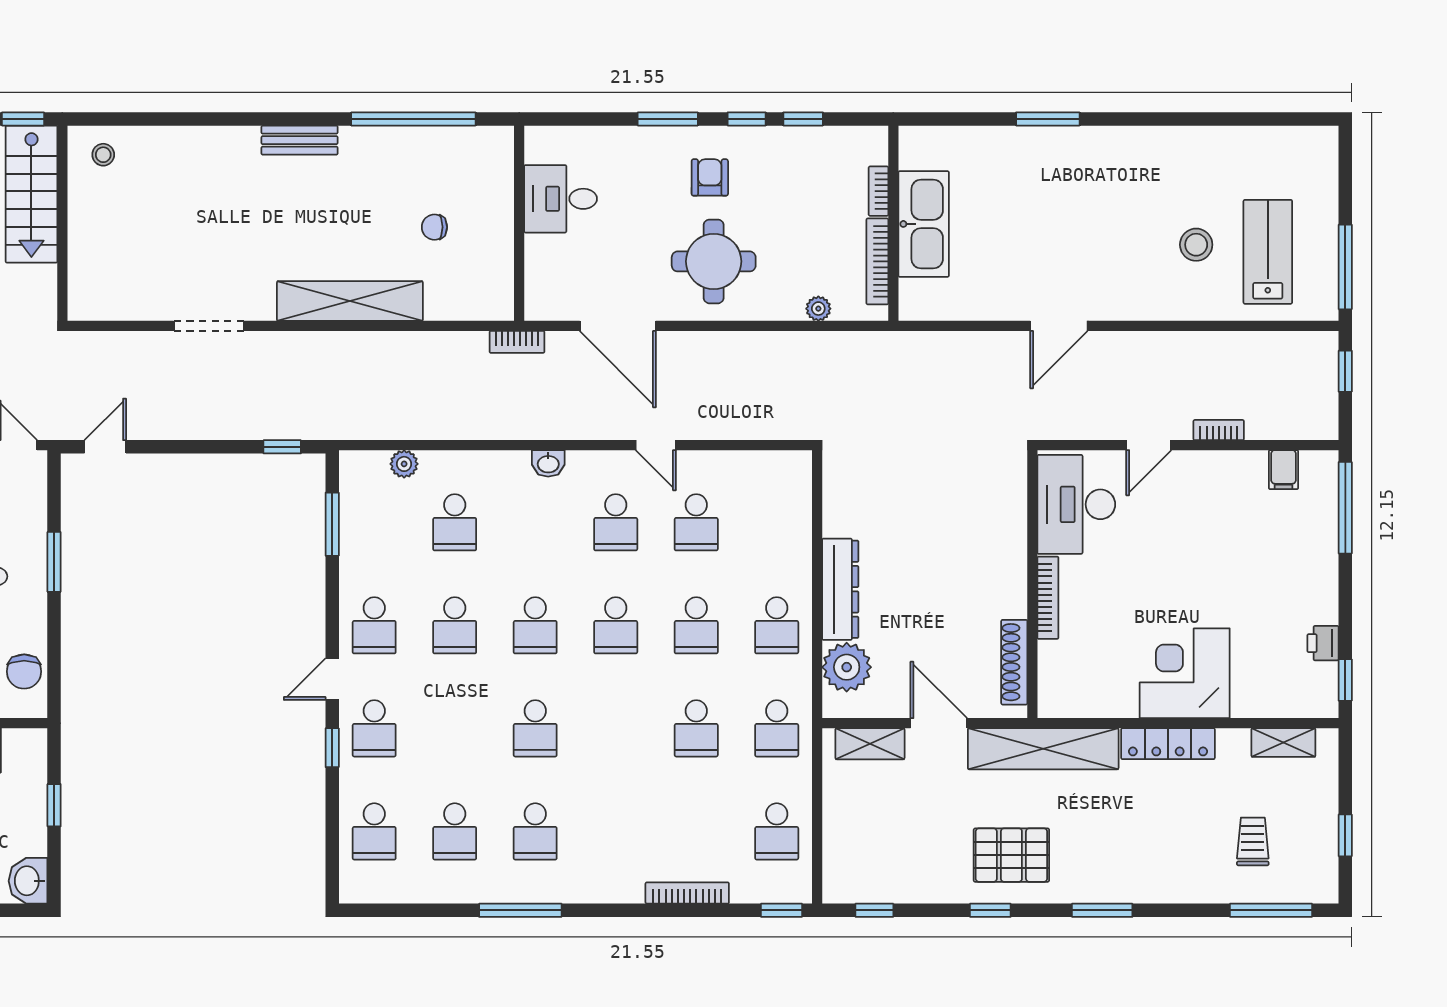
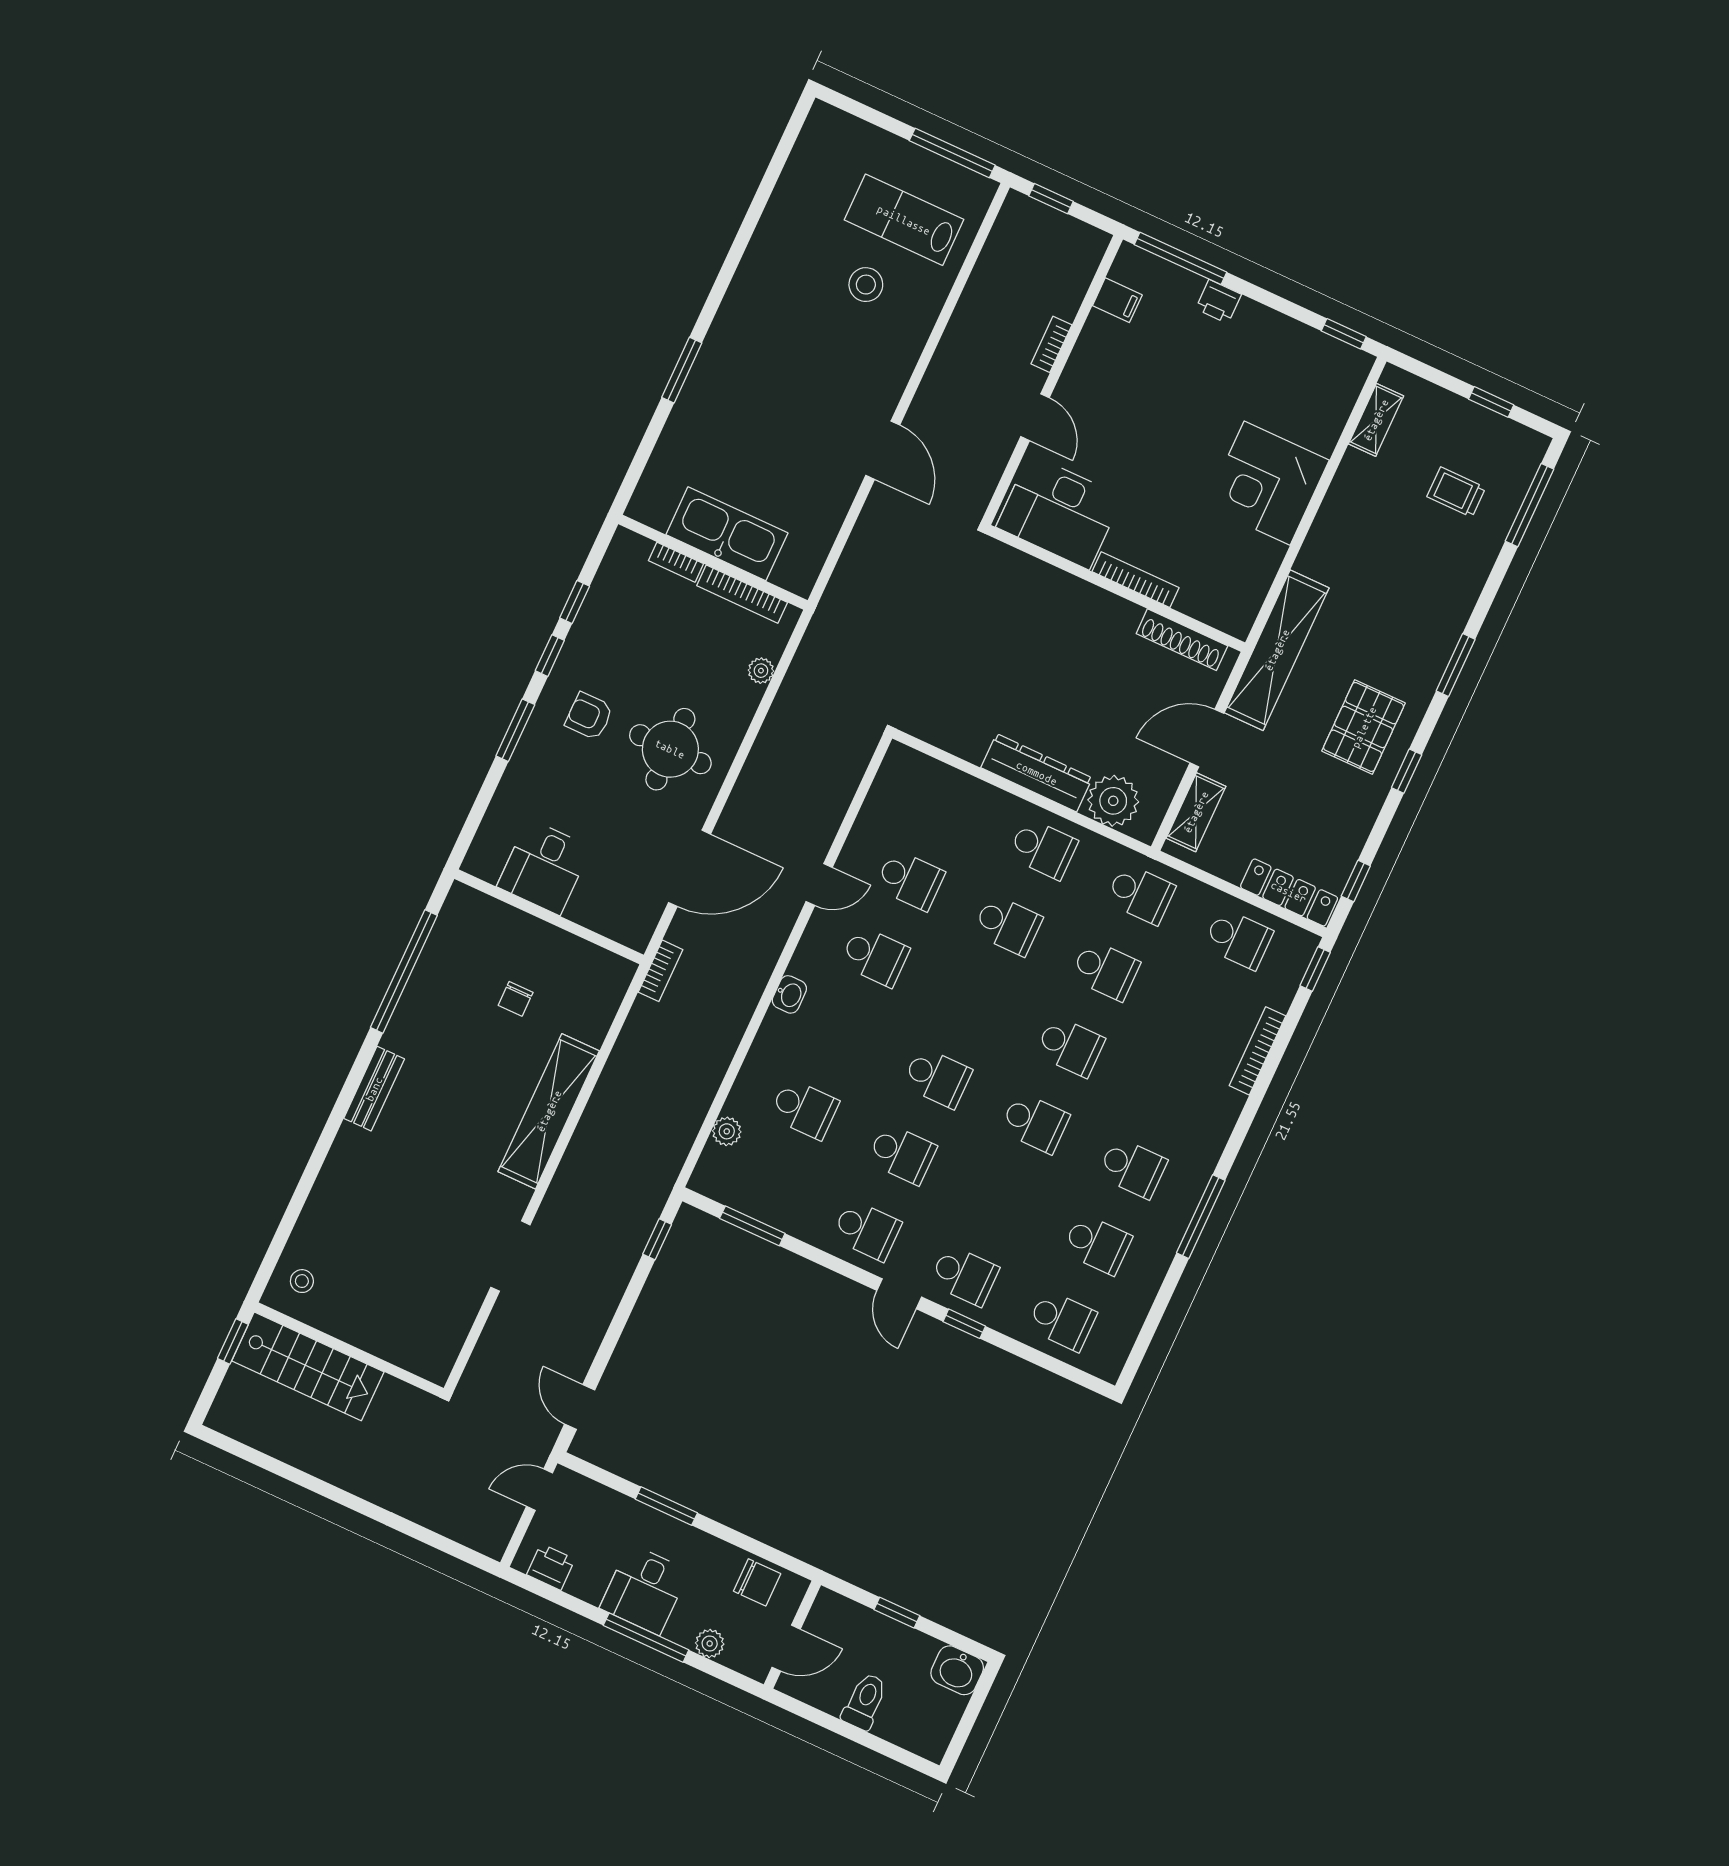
school desk: (616, 625) -> (1070, 1047), moved
printer: (1323, 643) -> (1218, 302), moved
locker: (1168, 744) -> (1289, 892), moved, turned -90

